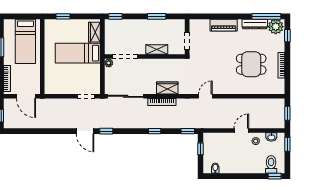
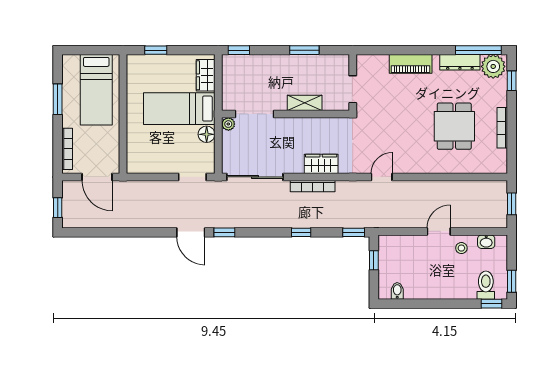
dining table: (251, 64) -> (454, 126), turned 90
floor lamp: (95, 69) -> (207, 134), added
window: (287, 144) -> (512, 281), moved

